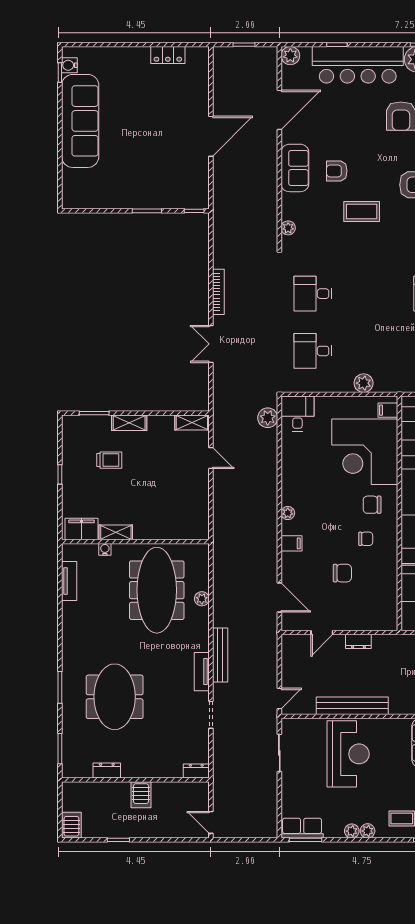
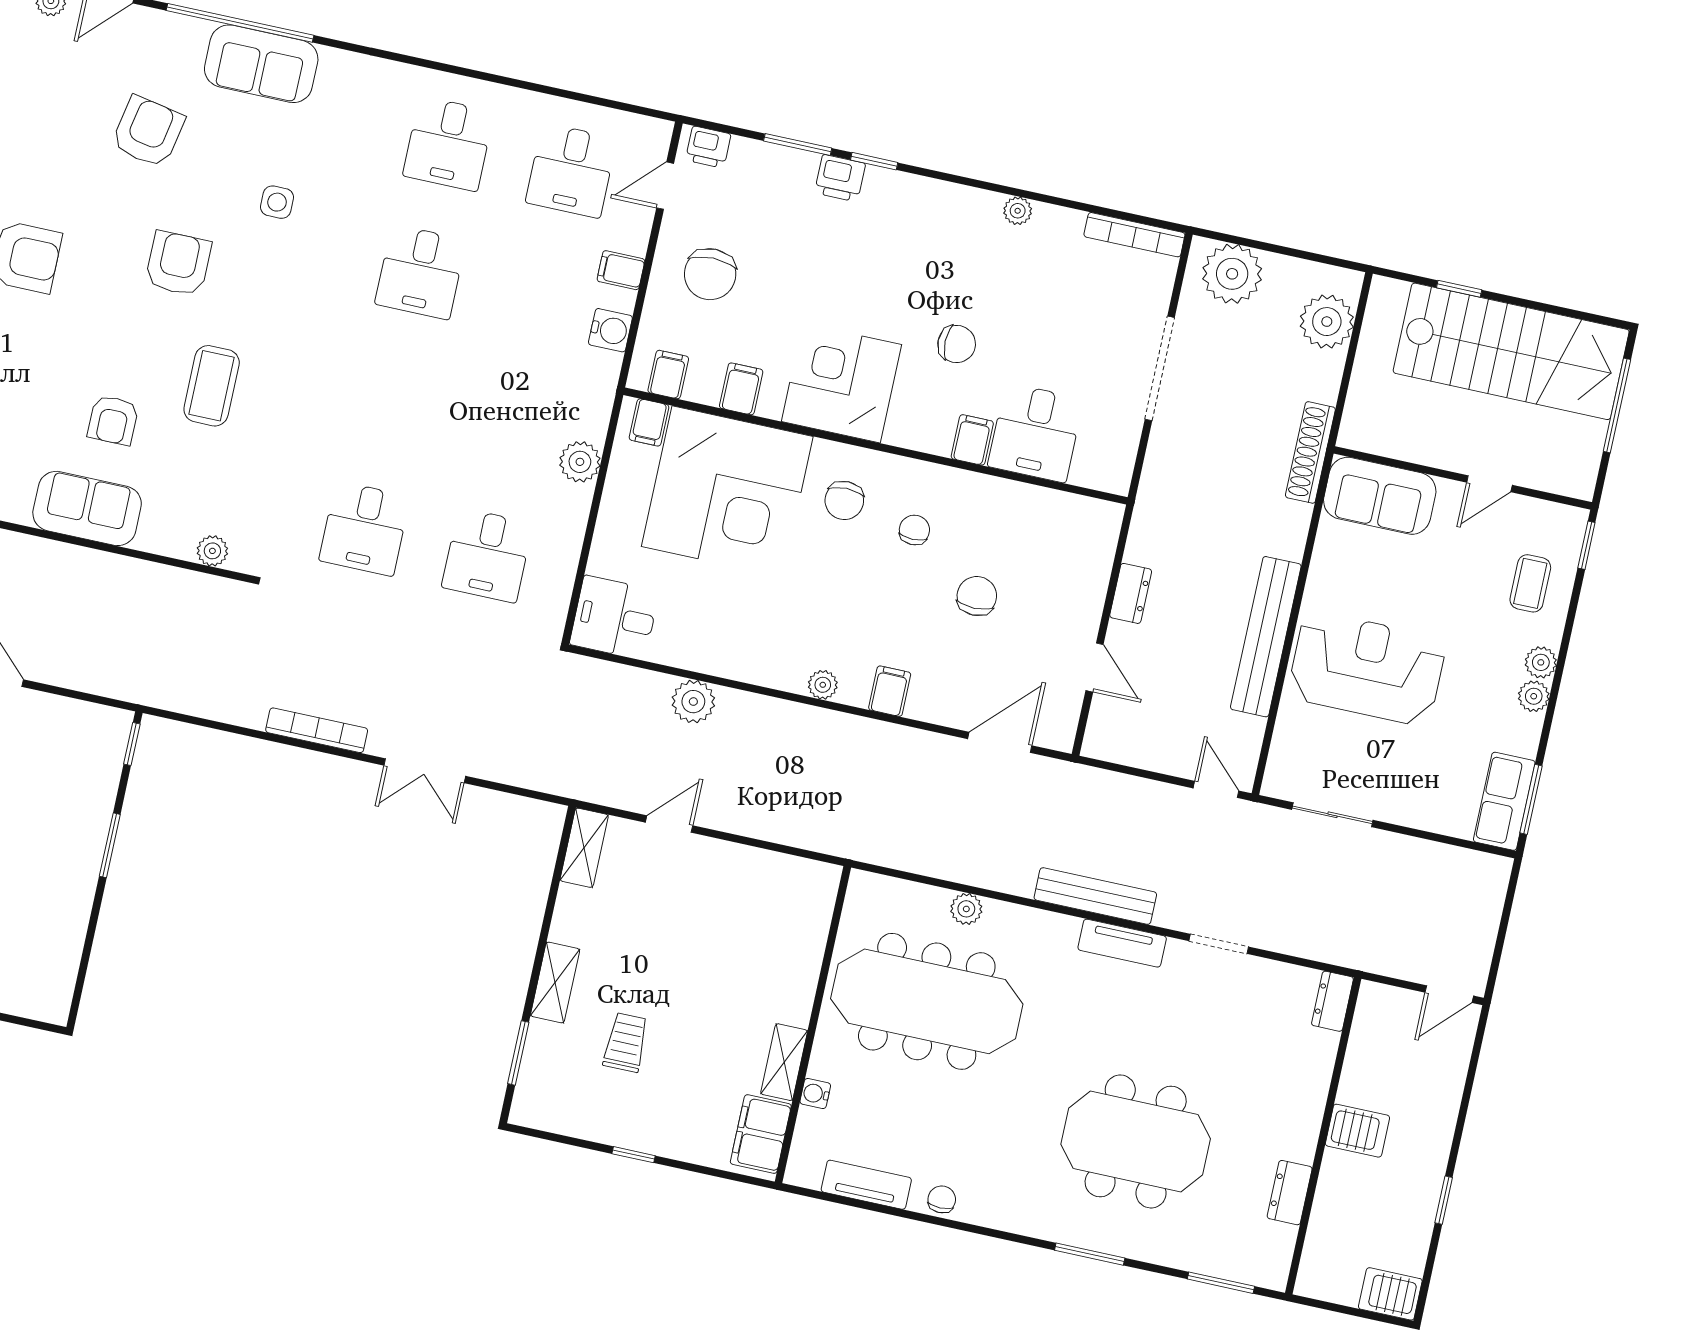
plant: (268, 418) -> (693, 702), moved
chair: (70, 616) -> (942, 1199), added

